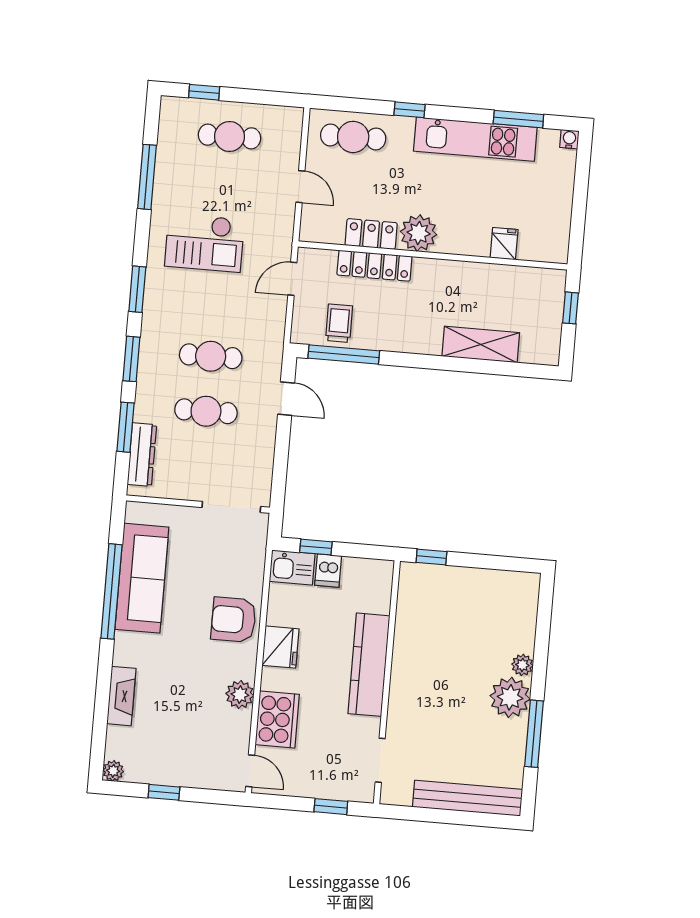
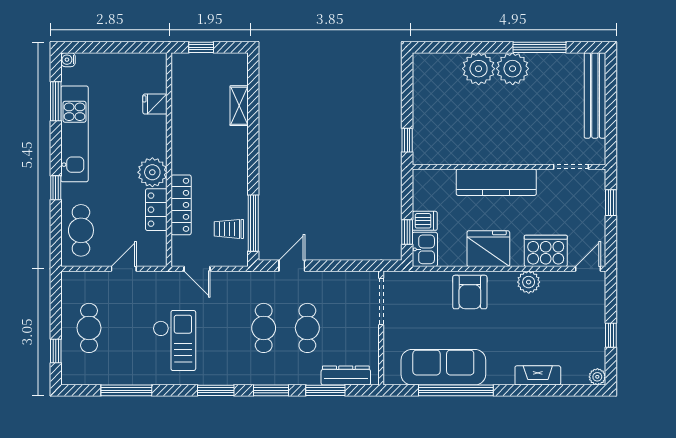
shelving: (481, 344) -> (239, 106), width x0.67, depth x0.75
fridge: (280, 647) -> (488, 249), width x1.36, depth x1.34
plant: (522, 665) -> (479, 69), width x1.87, depth x1.87

